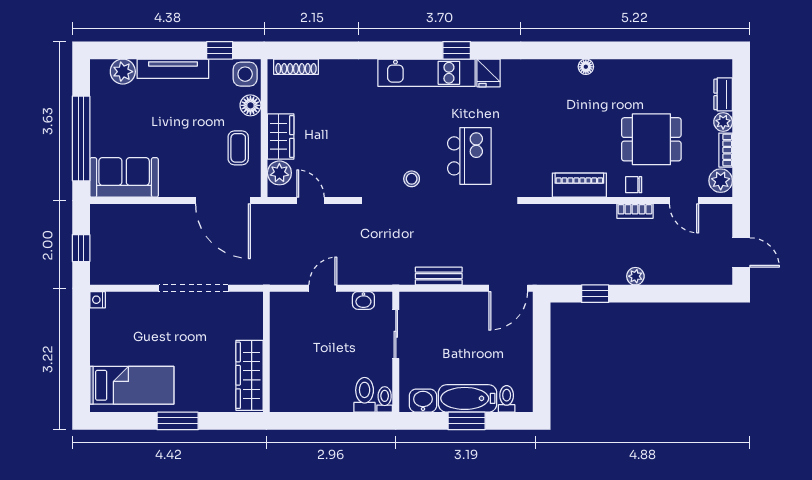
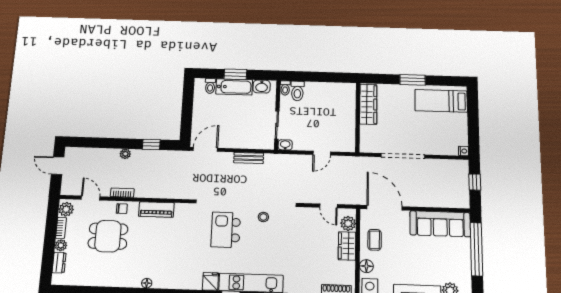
sofa: (124, 177) -> (440, 224), width x1.36
washbasin: (363, 300) -> (285, 145), moved

